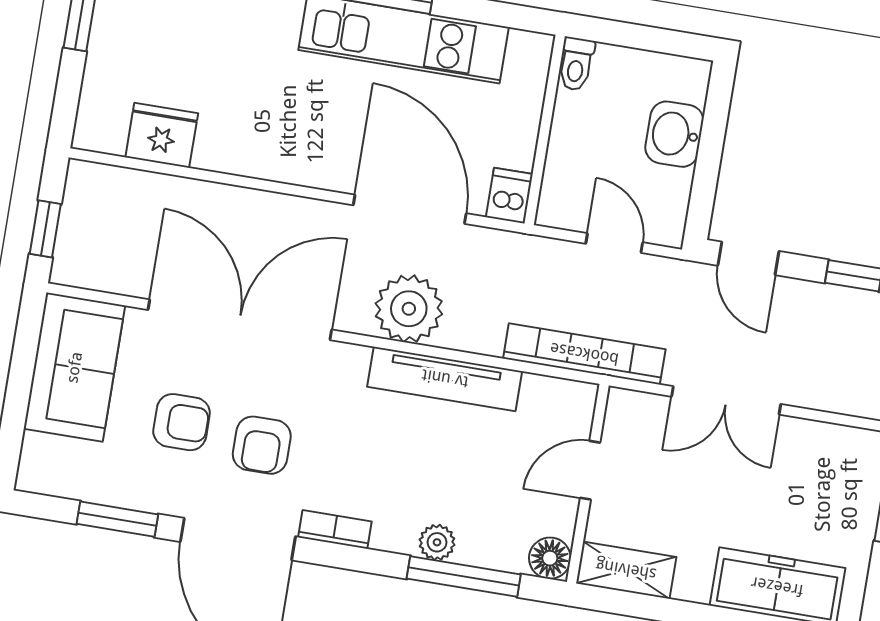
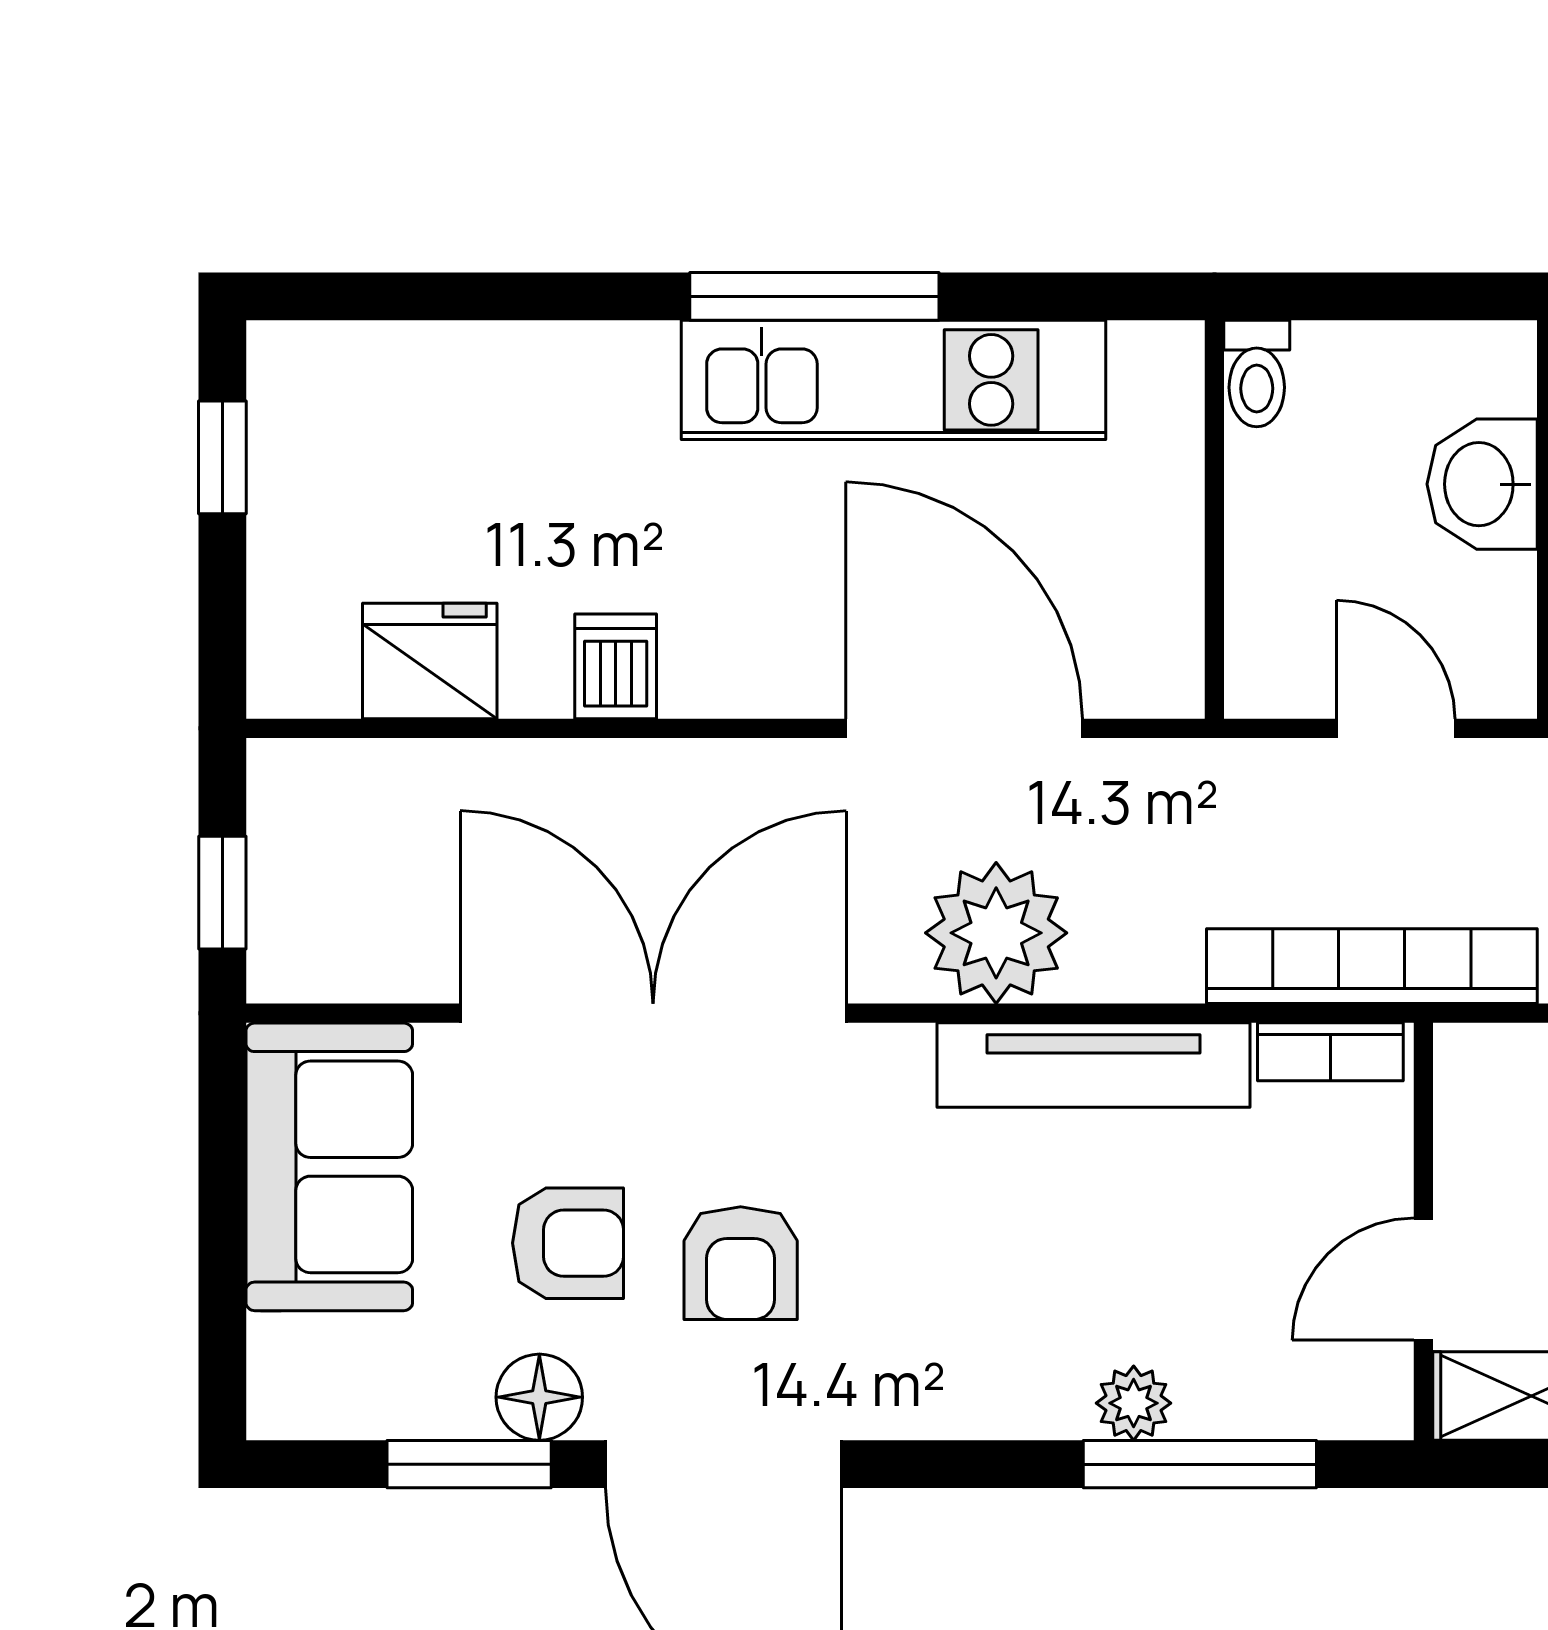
dishwasher: (509, 196) -> (616, 666), moved
door: (590, 470) -> (1423, 1279), moved
bookcase: (335, 529) -> (1330, 1052), moved, turned 180
floor lamp: (550, 558) -> (539, 1397), moved

